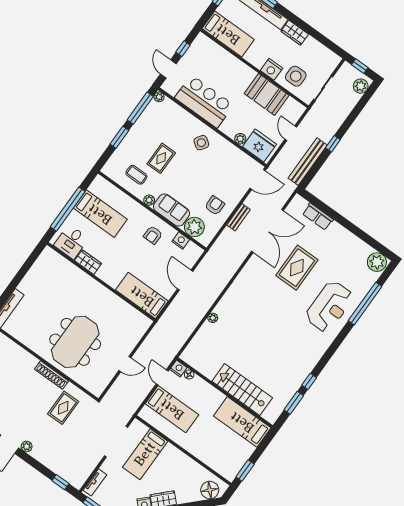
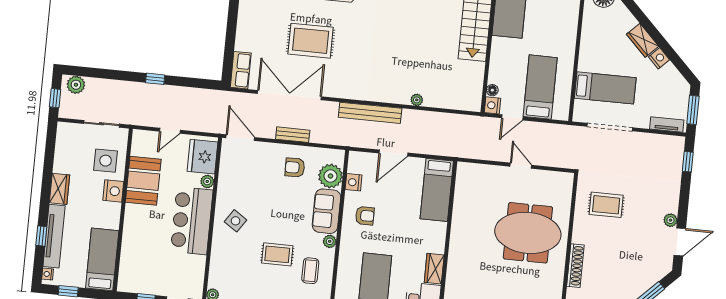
bar counter: (204, 101) -> (192, 221), moved
bench: (308, 162) -> (370, 113), moved
row of seats: (318, 217) -> (241, 70), moved
shoe rack: (52, 375) -> (575, 266), moved

